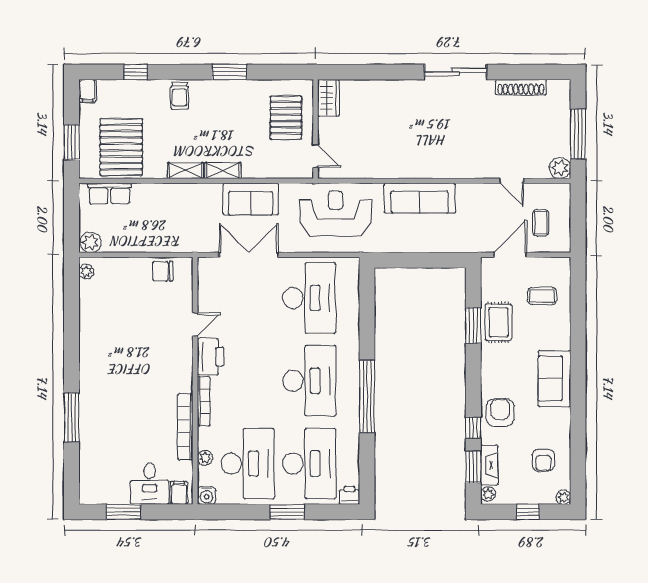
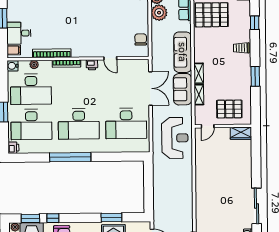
shelving: (186, 171) -> (199, 95), moved
sofa: (420, 198) -> (183, 52), moved
plant: (116, 239) -> (159, 13), added
printer: (211, 357) -> (92, 65), width x0.53, depth x0.68

